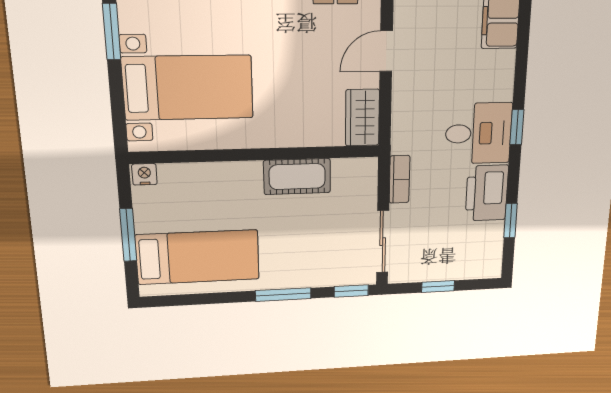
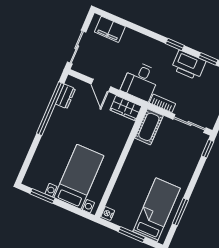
window: (517, 127) -> (175, 45), moved
desk: (478, 133) -> (141, 81), moved, turned 180
cot: (297, 177) -> (149, 127), moved
window: (283, 295) -> (180, 212), moved

